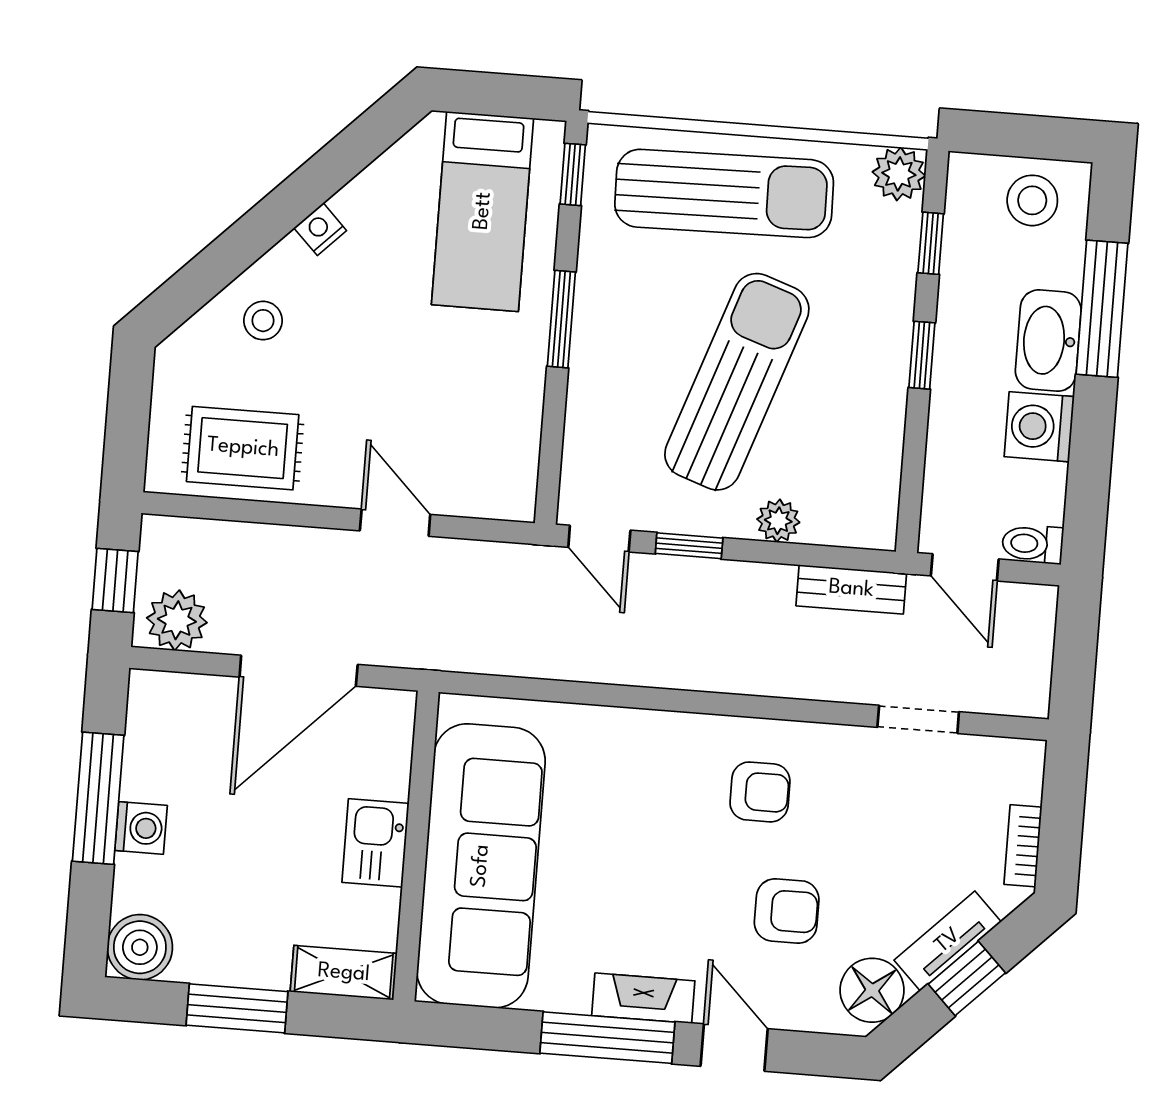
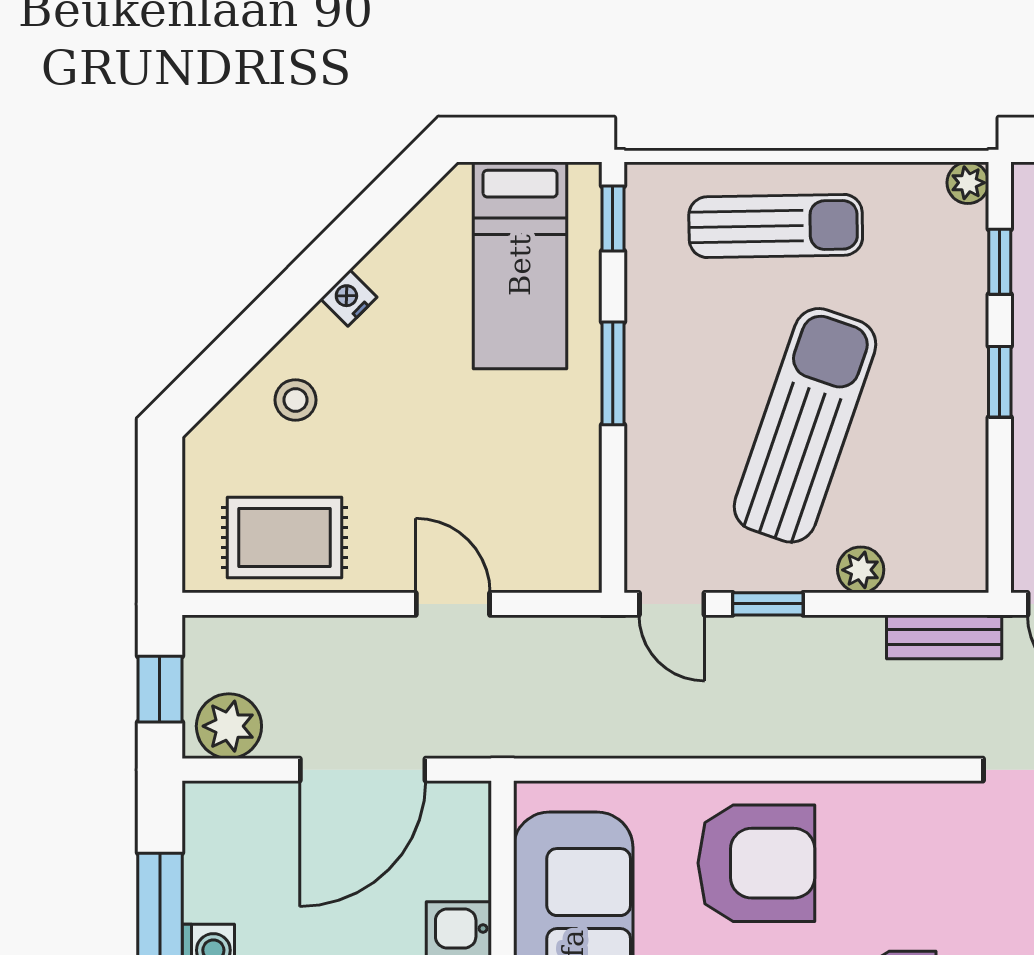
plant: (899, 174) -> (968, 183), width x0.73, depth x0.73
sun lounger: (724, 193) -> (776, 226), width x0.73, depth x0.75
armchair: (760, 792) -> (756, 863), moved, width x1.88, depth x1.88

